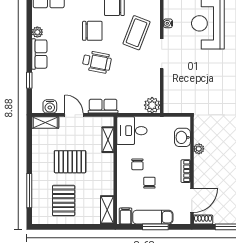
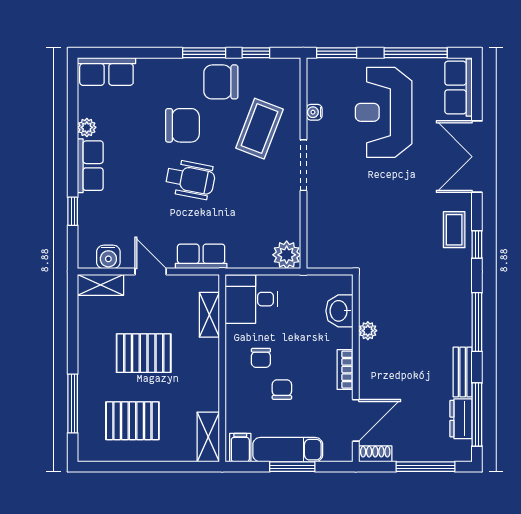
pallet: (64, 201) -> (132, 421), turned 90

